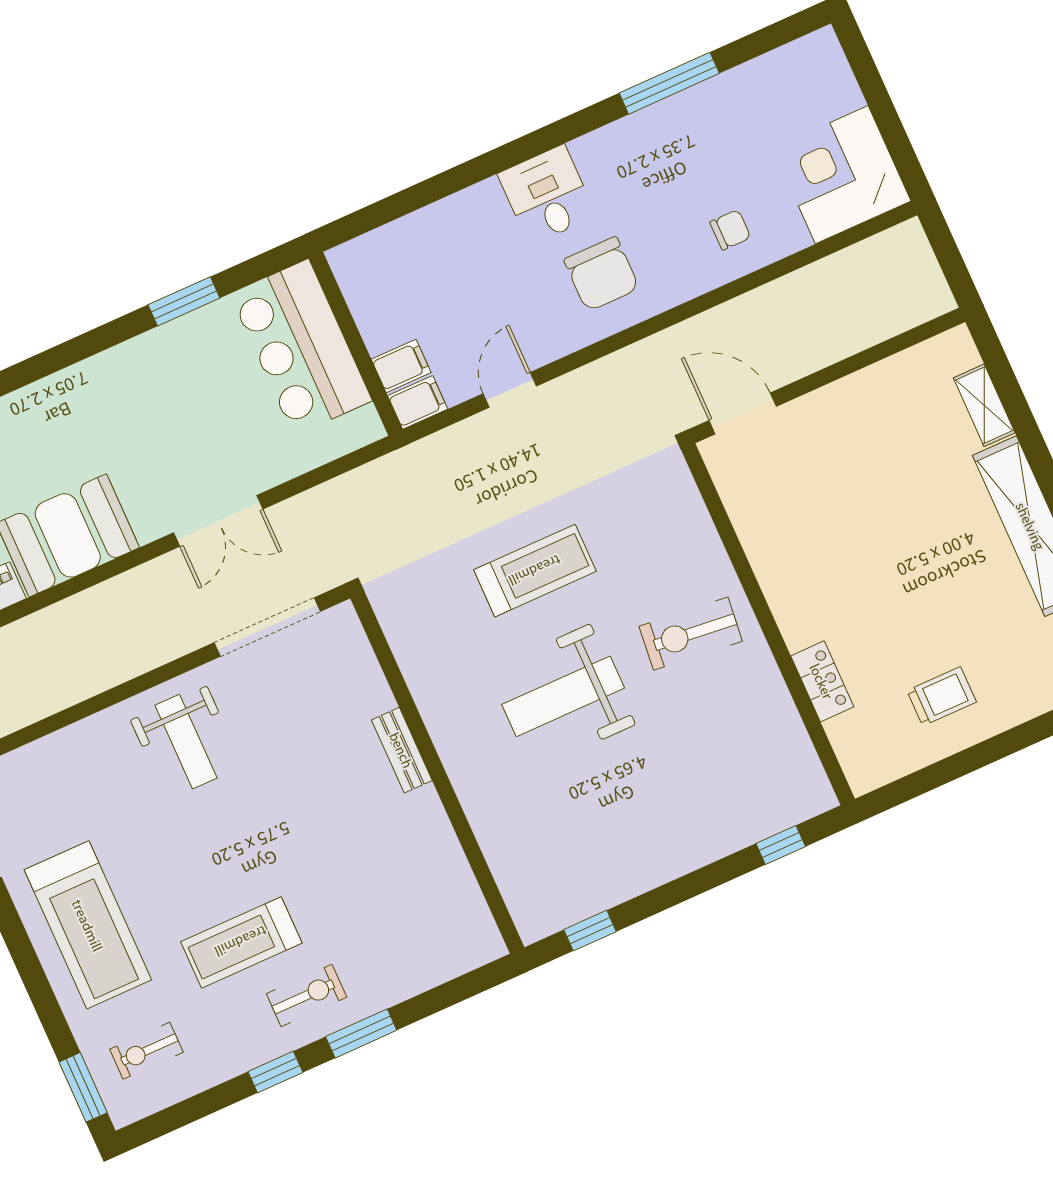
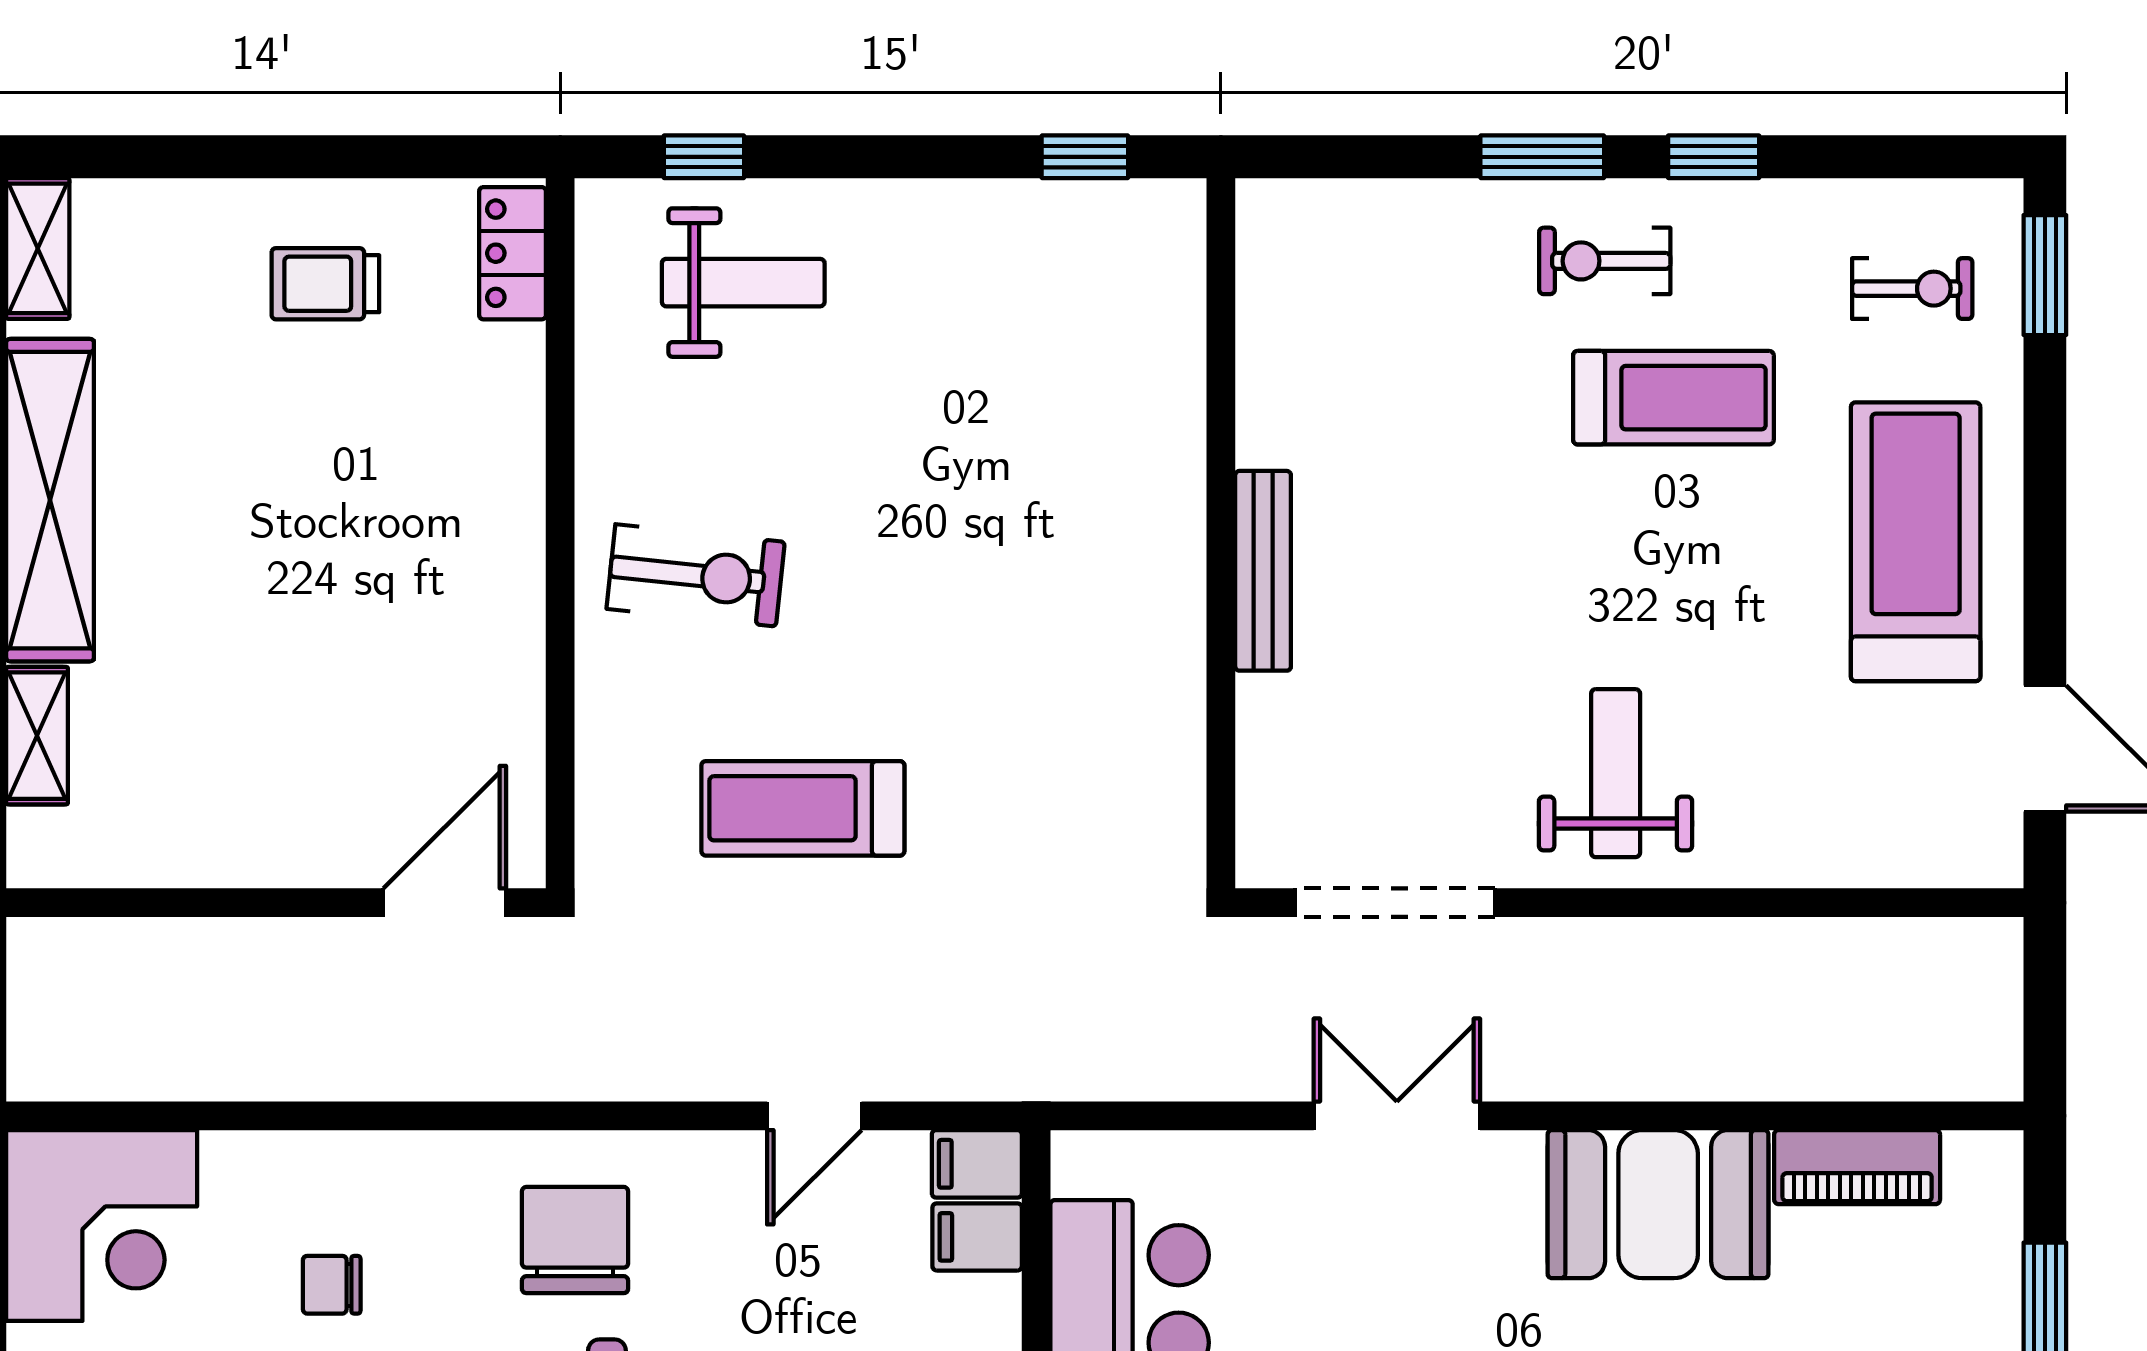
chair: (730, 230) -> (332, 1285), moved
door: (743, 413) -> (445, 903), swing flipped
treadmill: (535, 571) -> (803, 808), moved
locker: (822, 681) -> (513, 253), moved
weight bench: (563, 696) -> (743, 283), moved, width x0.73, depth x0.75
bench: (402, 750) -> (1263, 571), width x1.36

